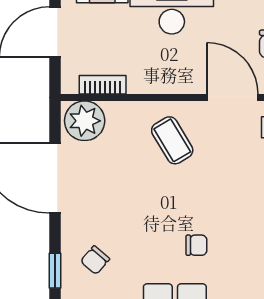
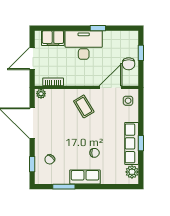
door: (232, 97) -> (110, 87), hinge flipped
plant: (85, 121) -> (41, 94), width x0.53, depth x0.53

